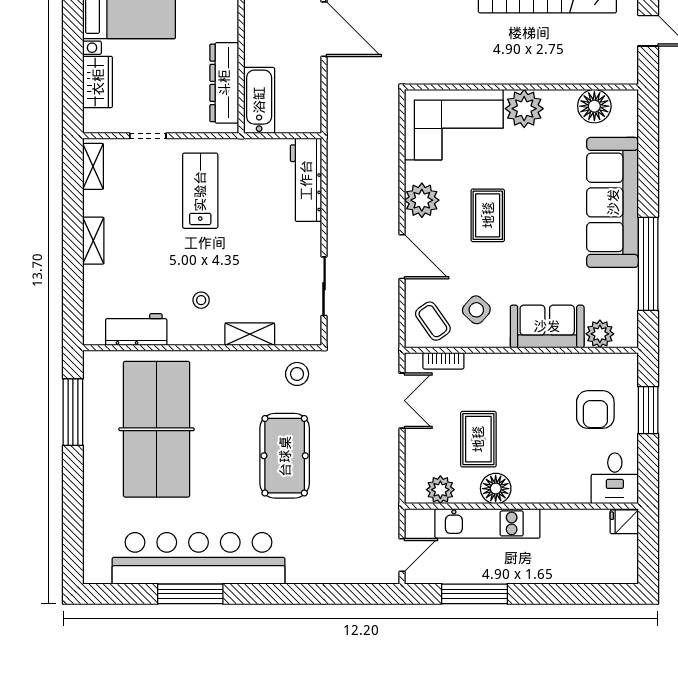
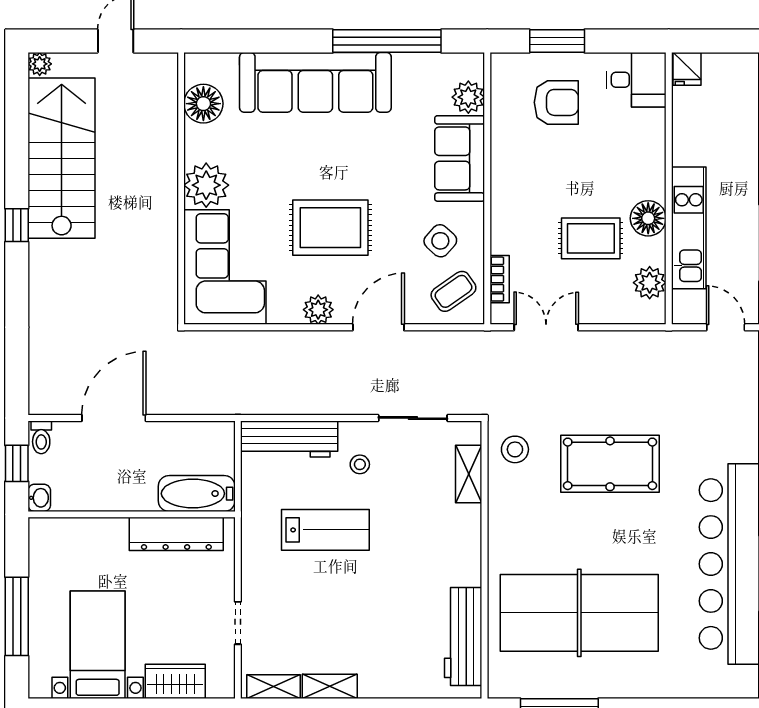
lab bench: (200, 191) -> (325, 530), moved, turned 180
plant: (422, 200) -> (318, 310), width x0.73, depth x0.73
rug: (488, 215) -> (330, 228), width x1.36, depth x1.43
shelving: (93, 241) -> (330, 686), moved
stool: (201, 300) -> (360, 464), moved
workbench: (136, 329) -> (463, 636), width x1.38
shelving: (250, 334) -> (469, 474), moved

